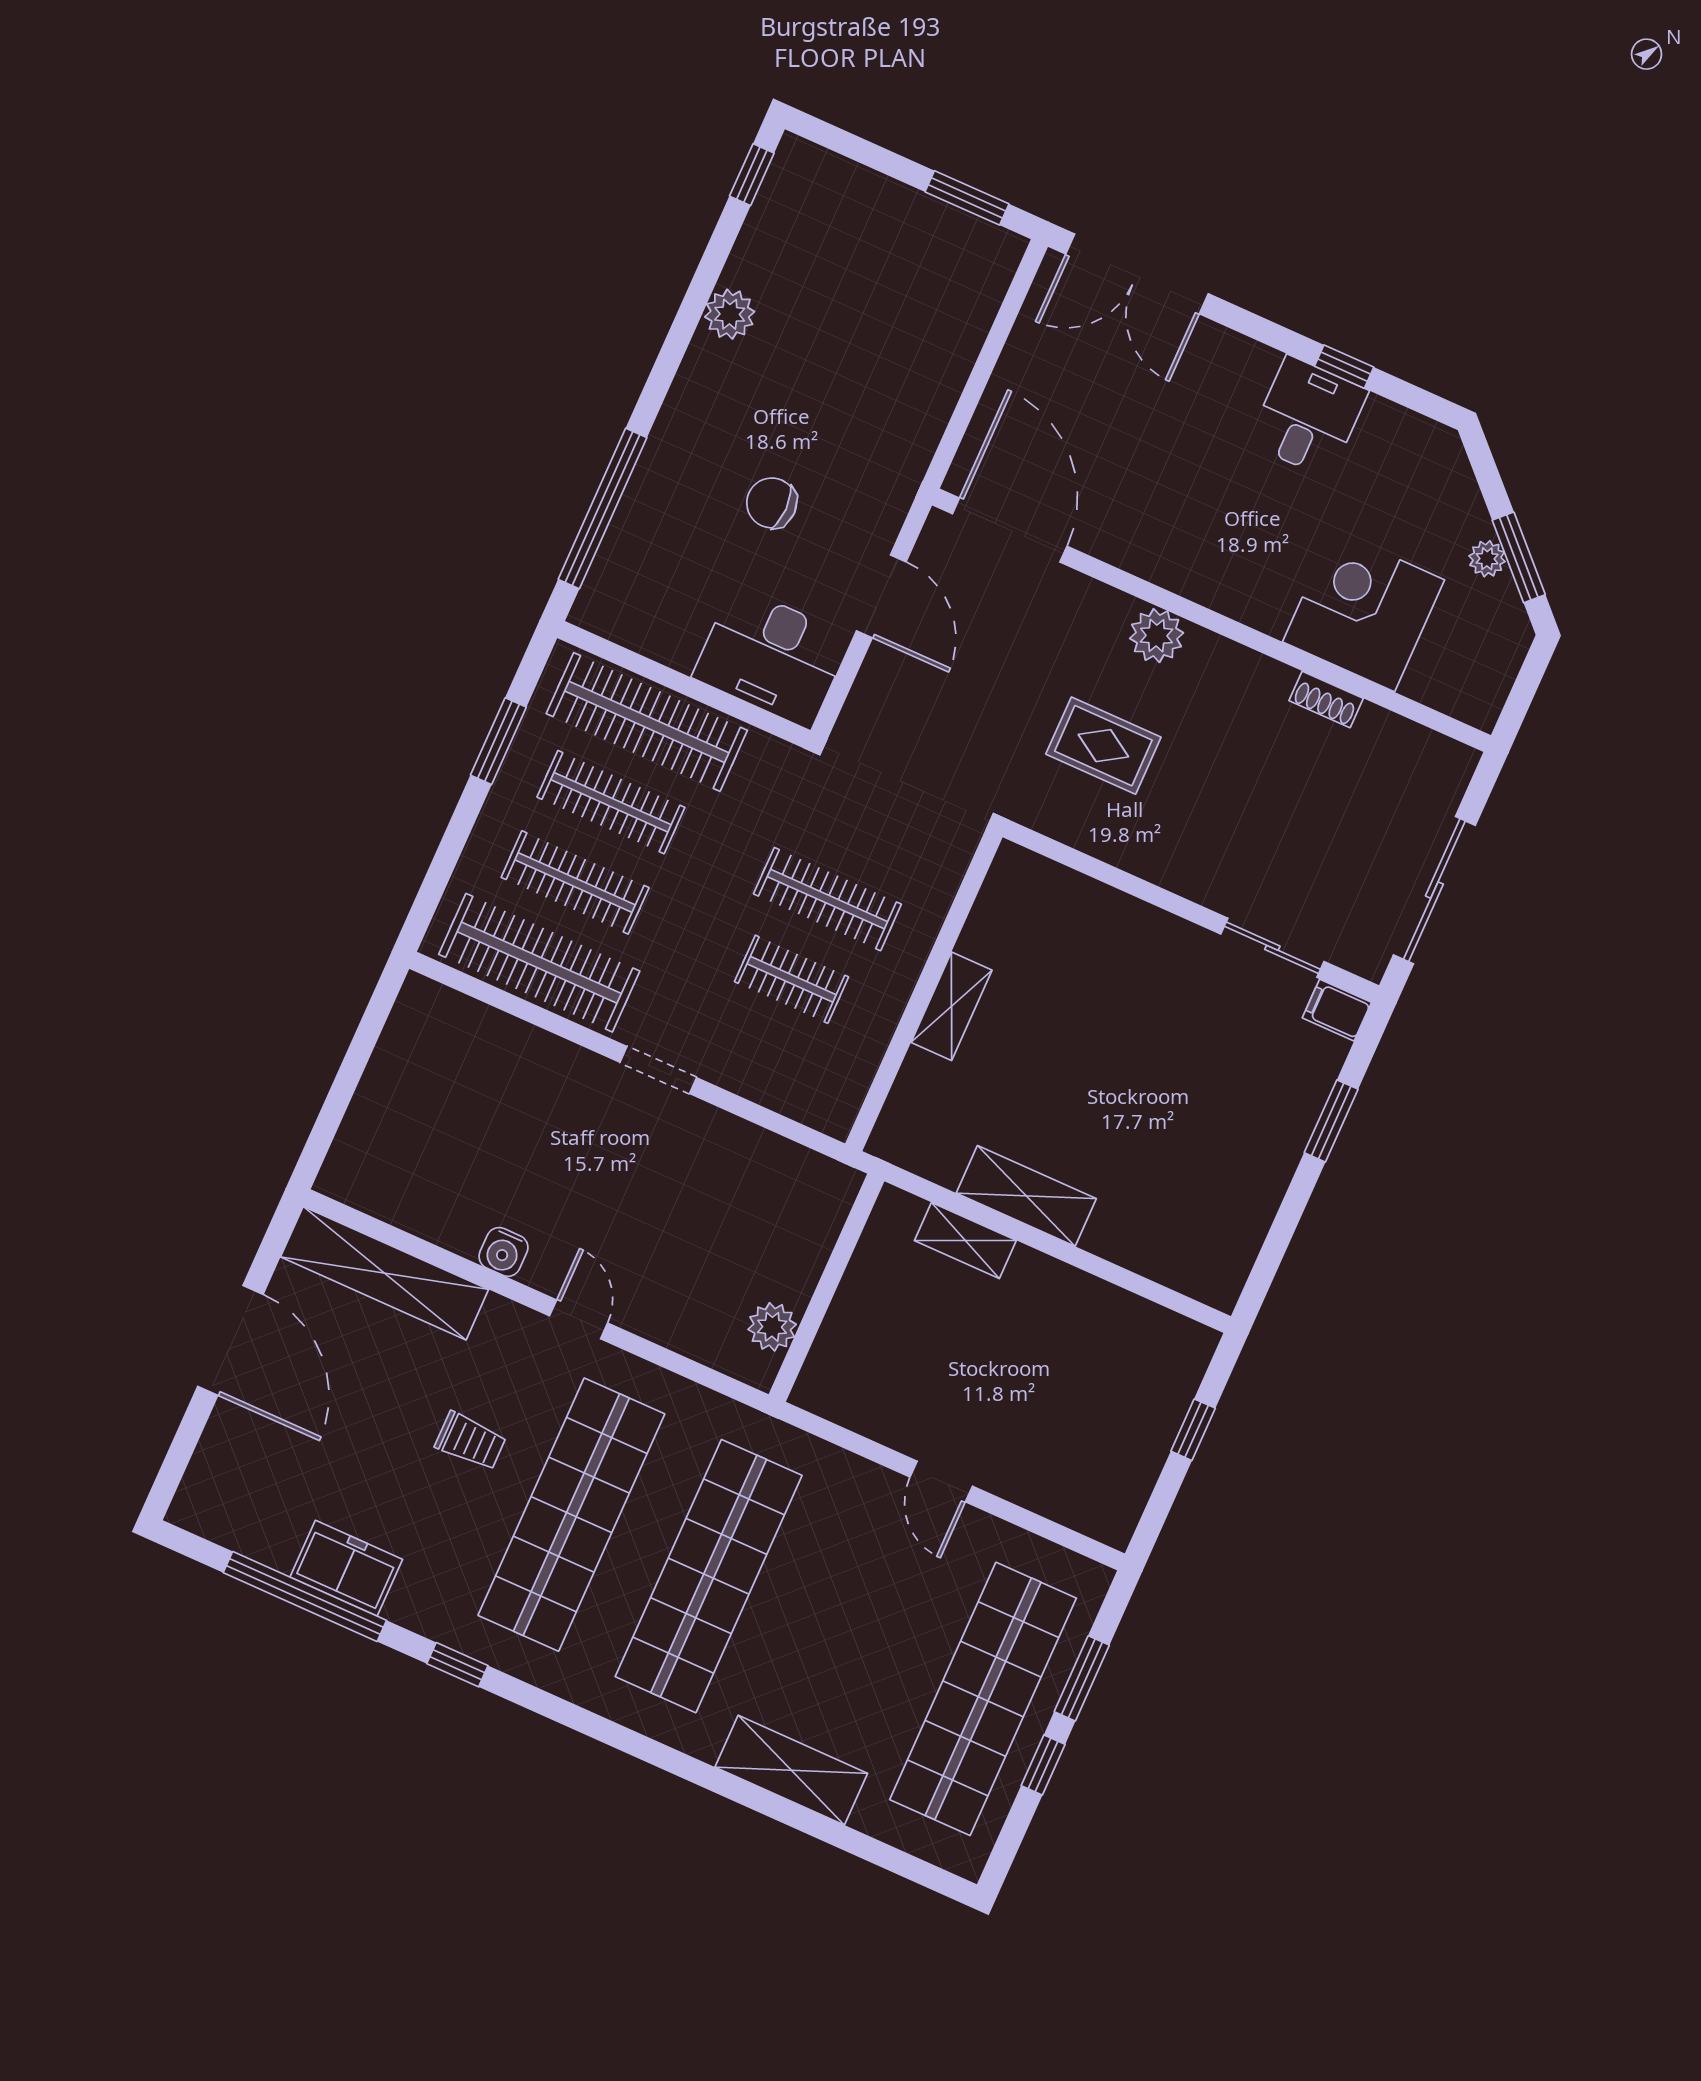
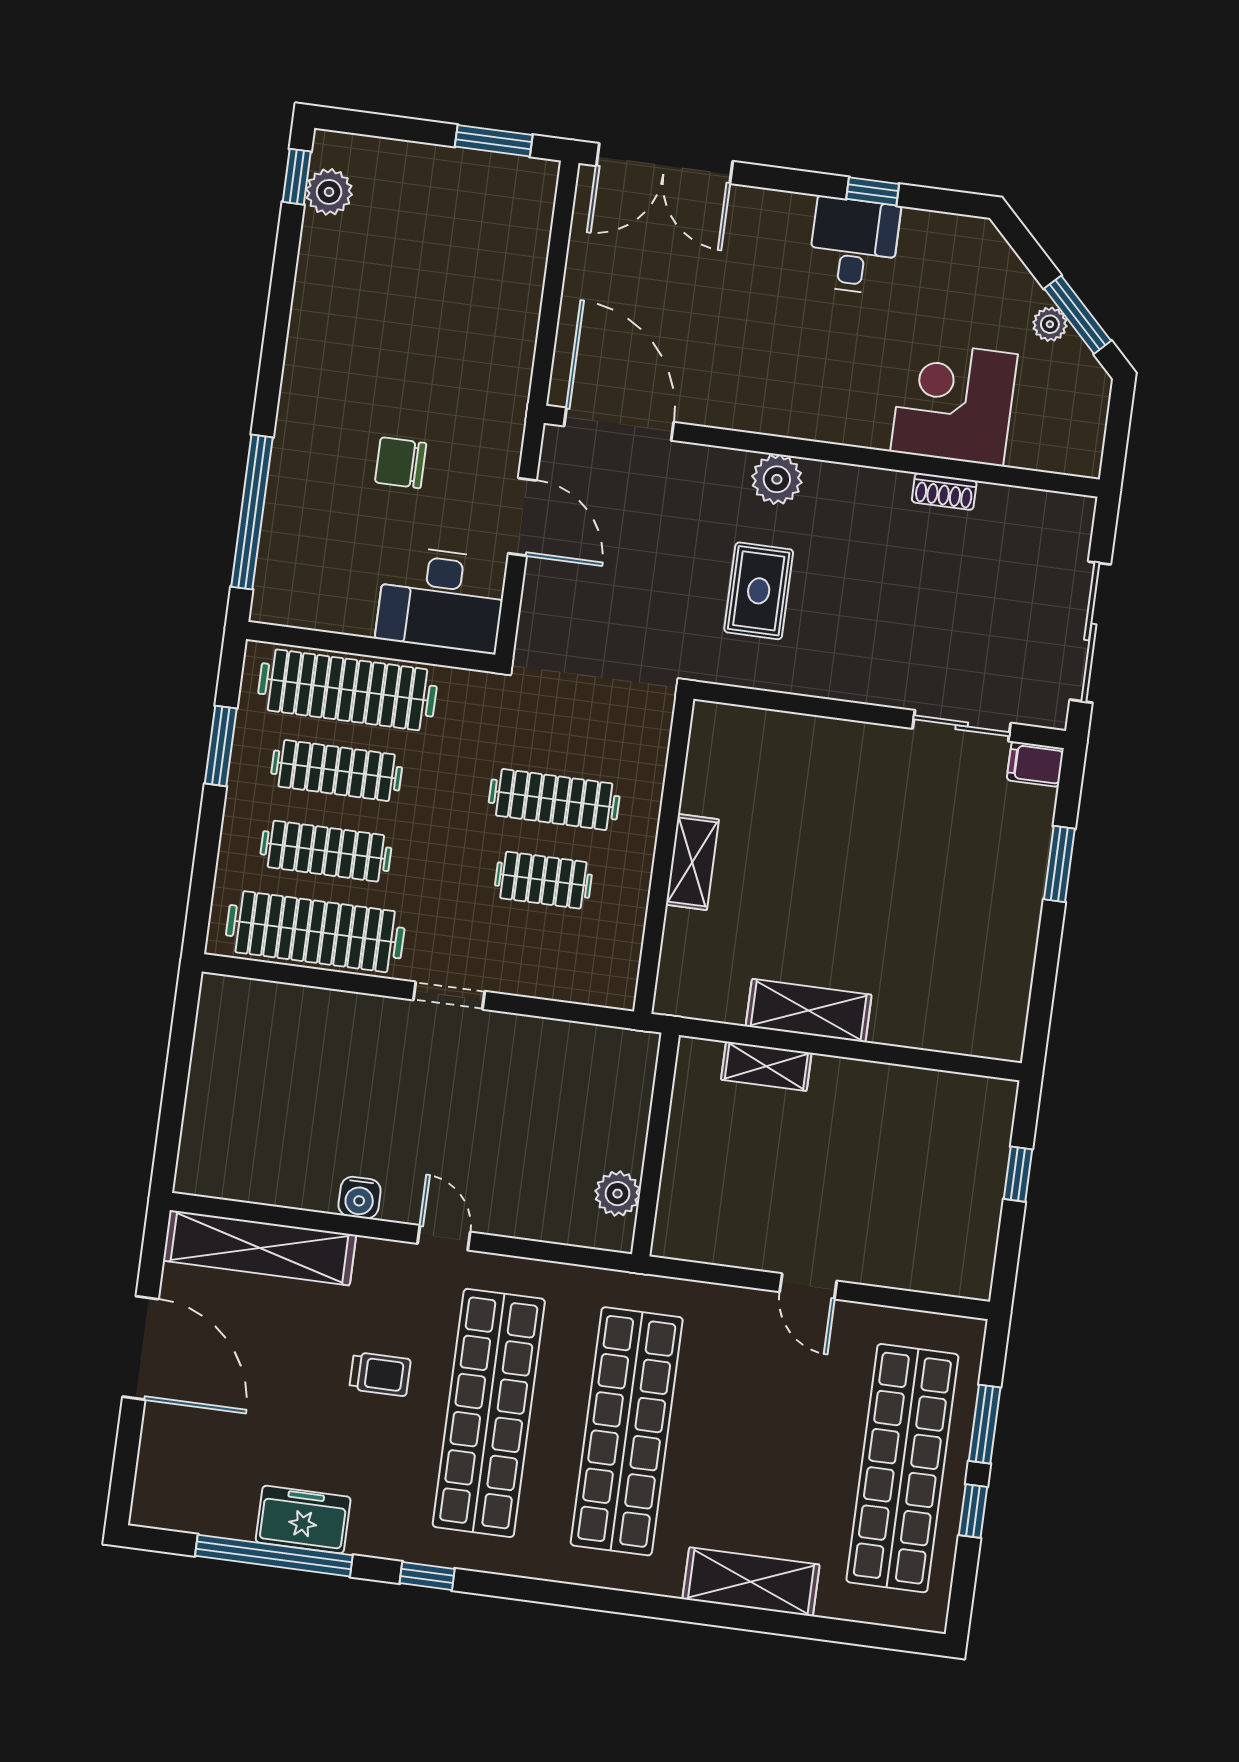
plant: (730, 314) -> (329, 192), moved
rug: (1103, 746) -> (759, 591), turned 90

